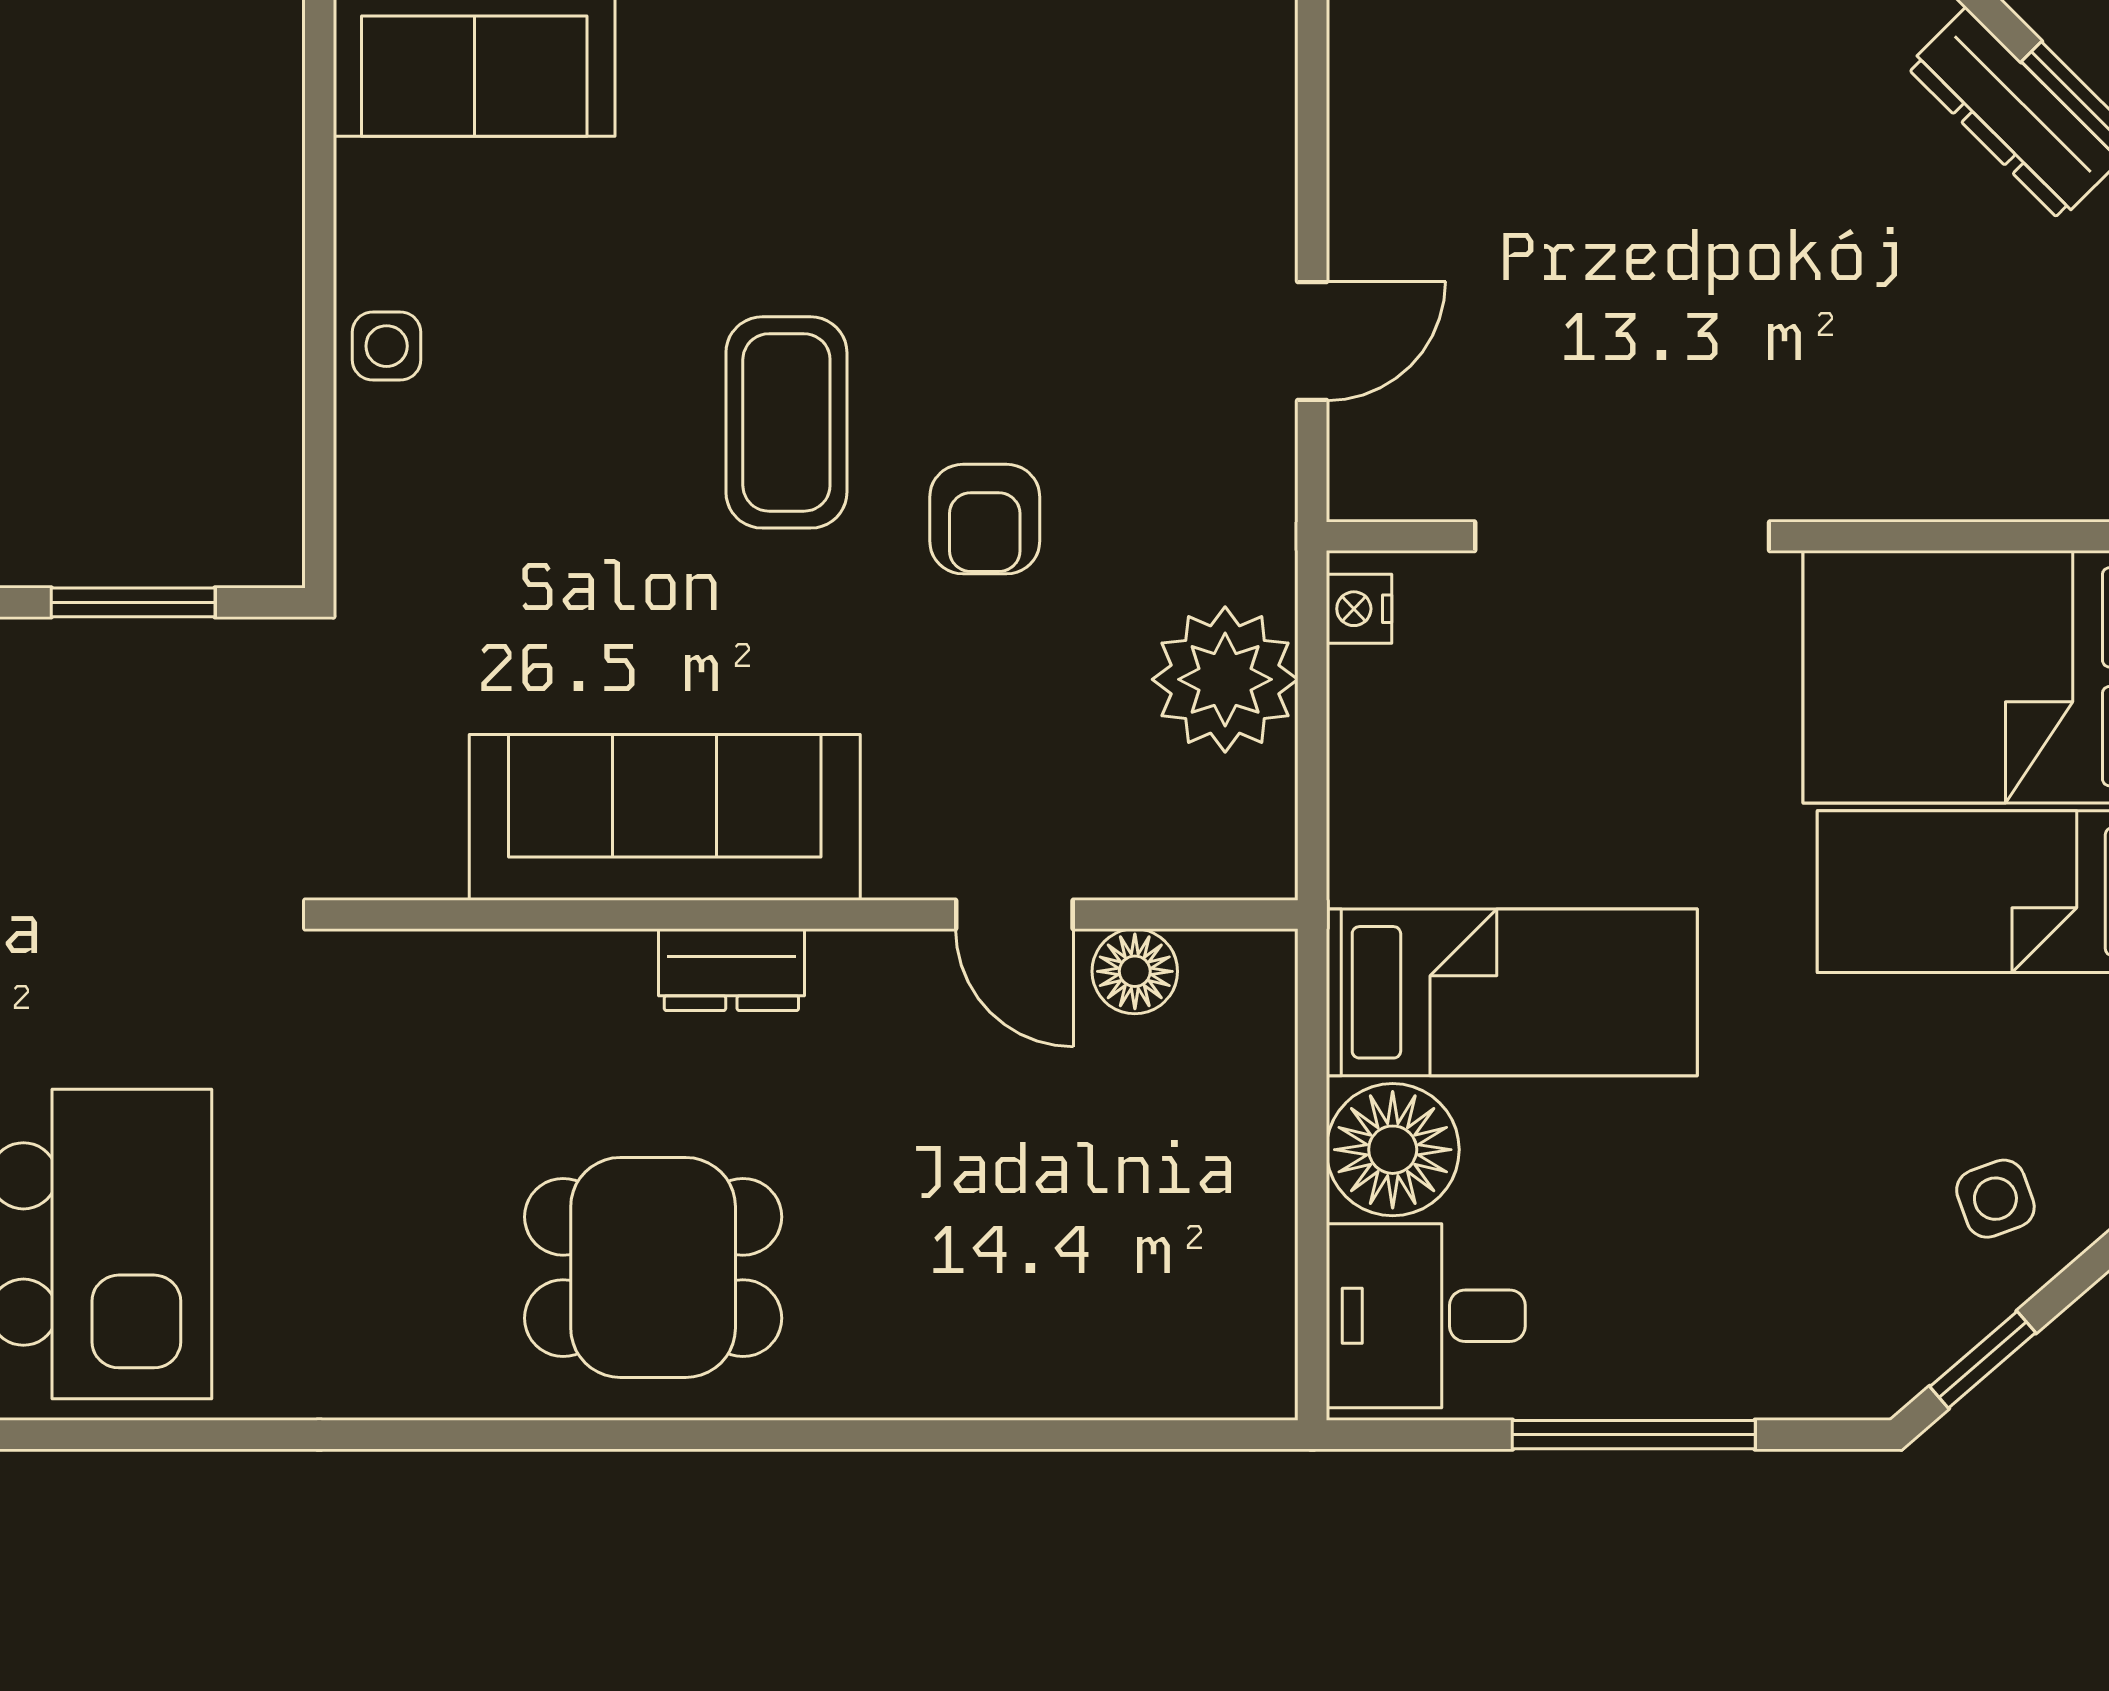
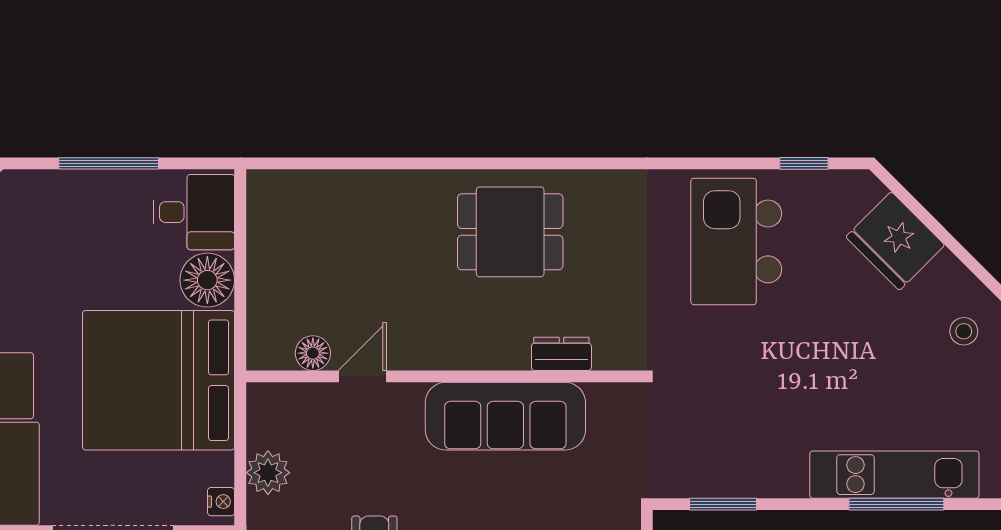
plant: (1225, 679) -> (268, 473), width x0.73, depth x0.73
door: (1014, 914) -> (362, 376), hinge flipped
dresser: (731, 970) -> (561, 354), moved
bed: (1512, 992) -> (159, 380), width x2.04

